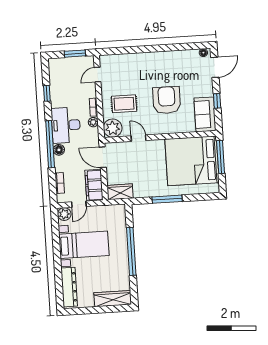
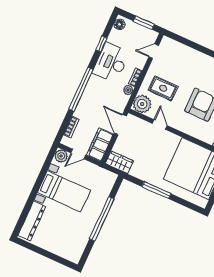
desk: (66, 125) -> (111, 63), moved
floor lamp: (59, 150) -> (119, 24), moved
wardrobe: (113, 299) -> (64, 251), removed

